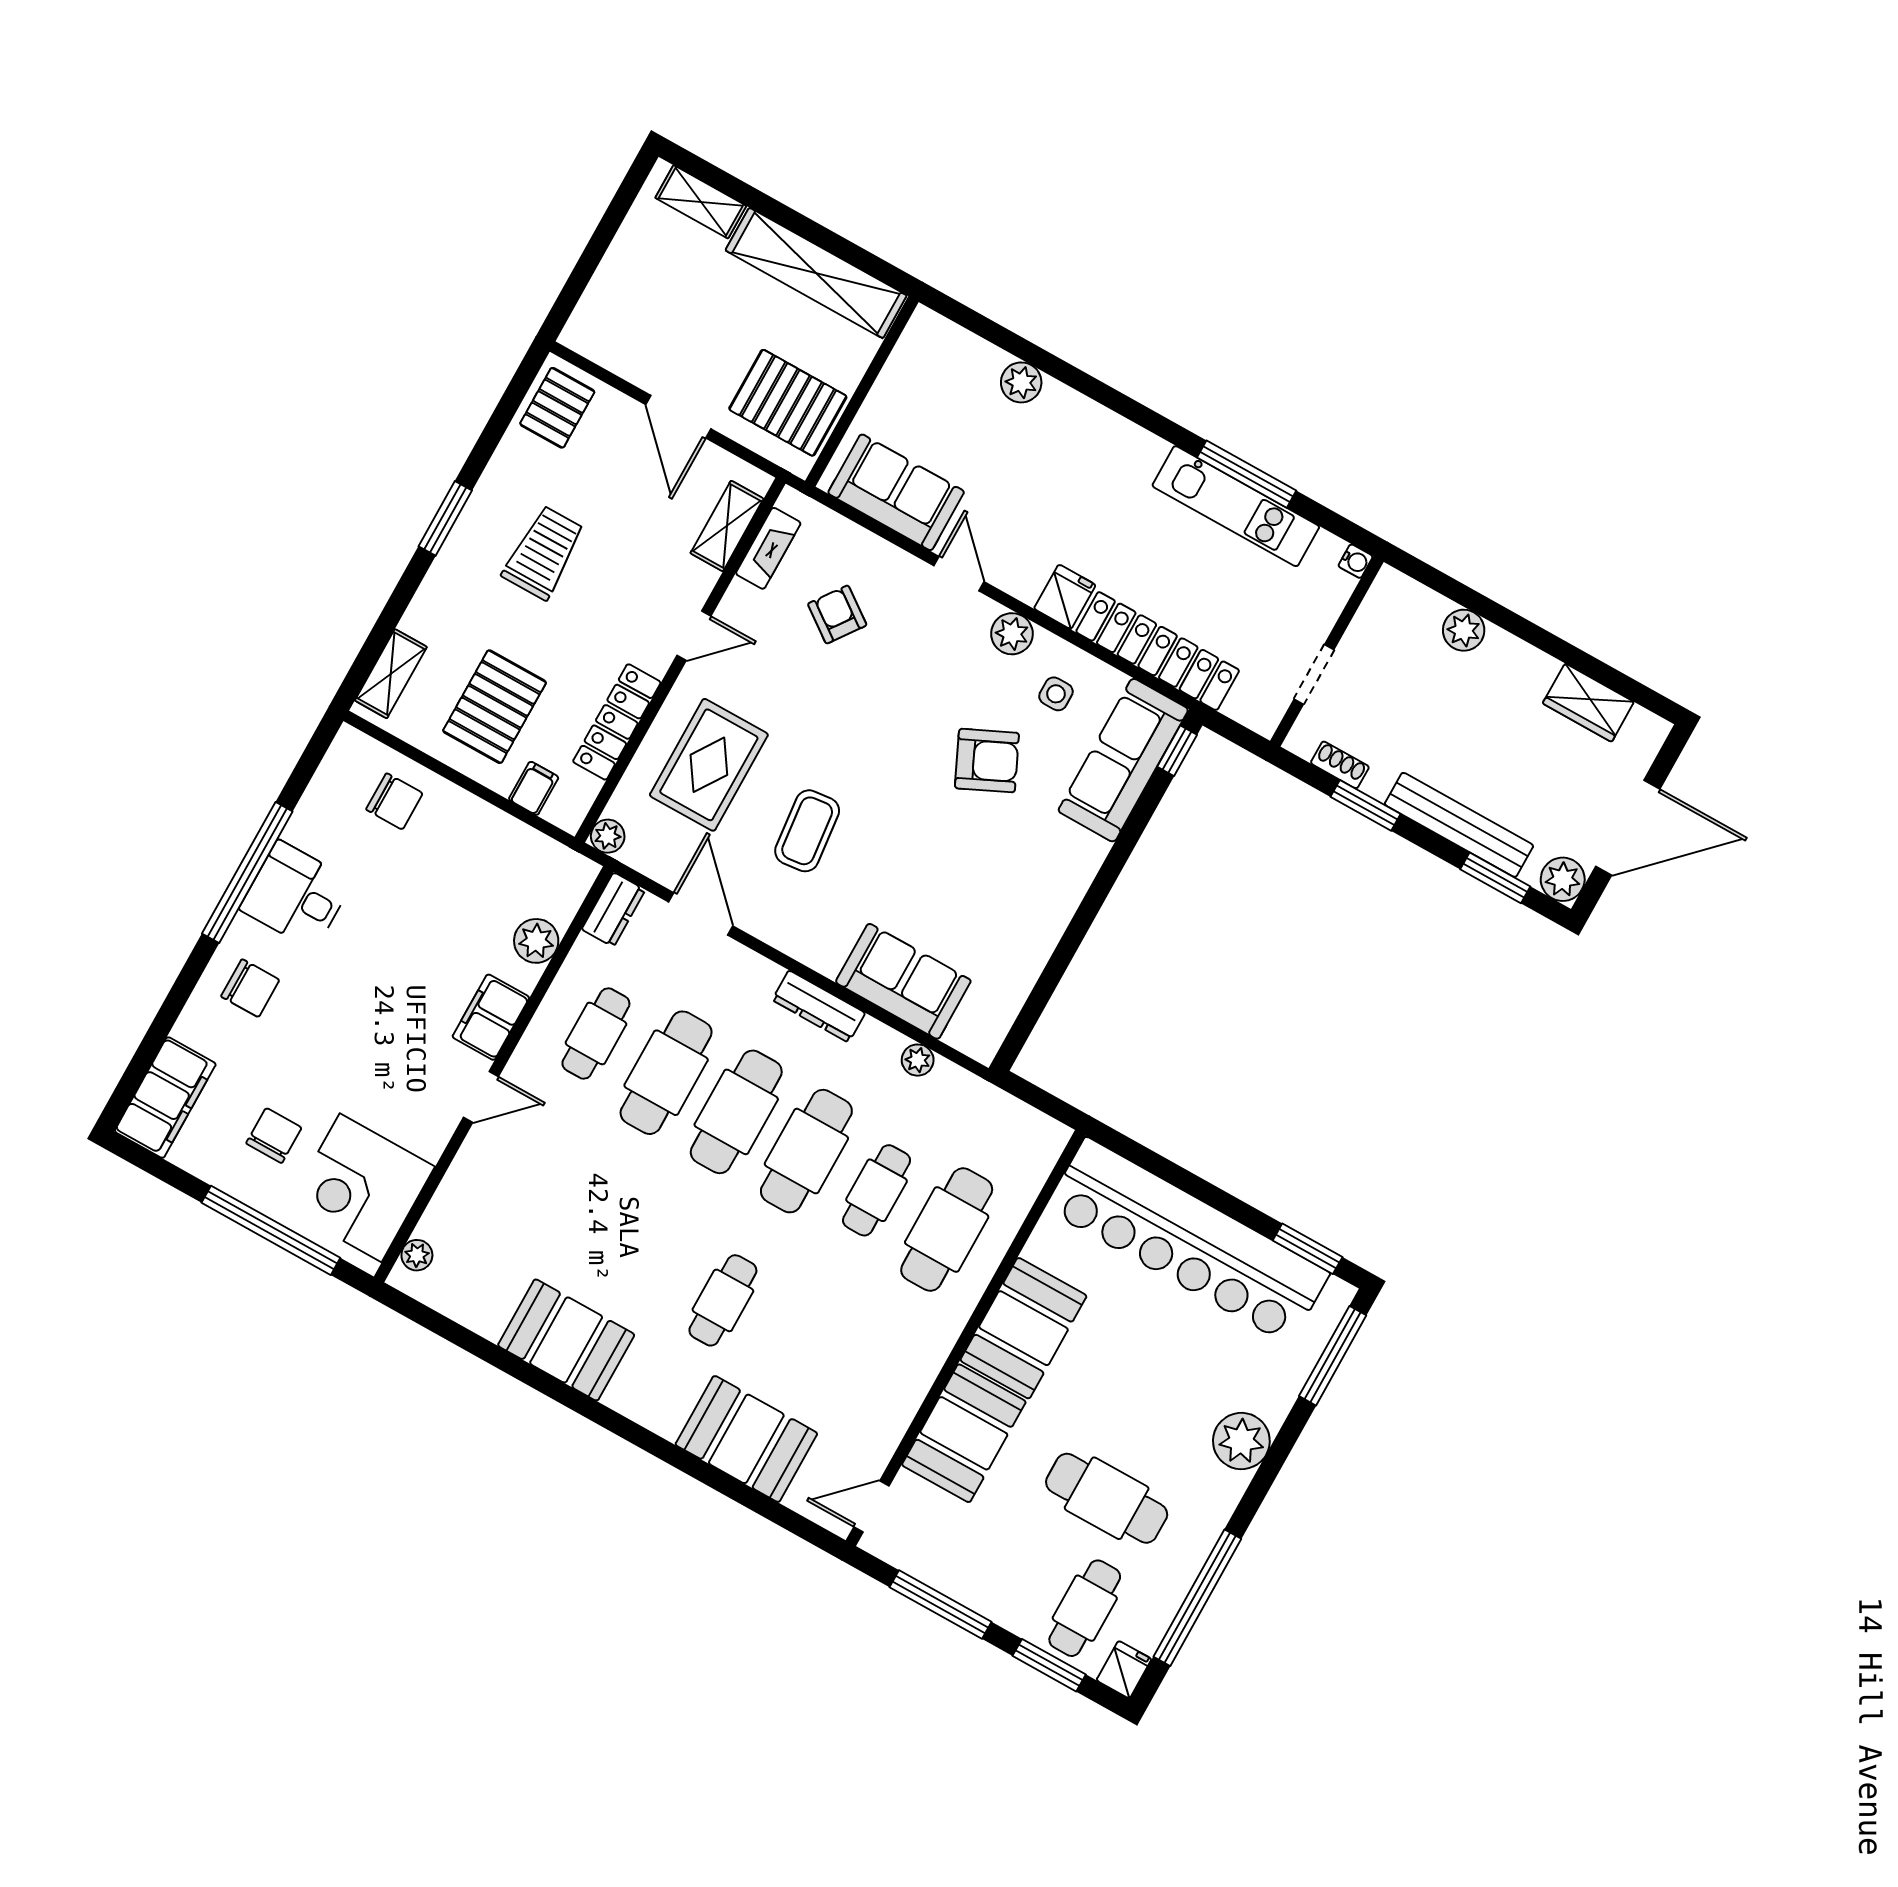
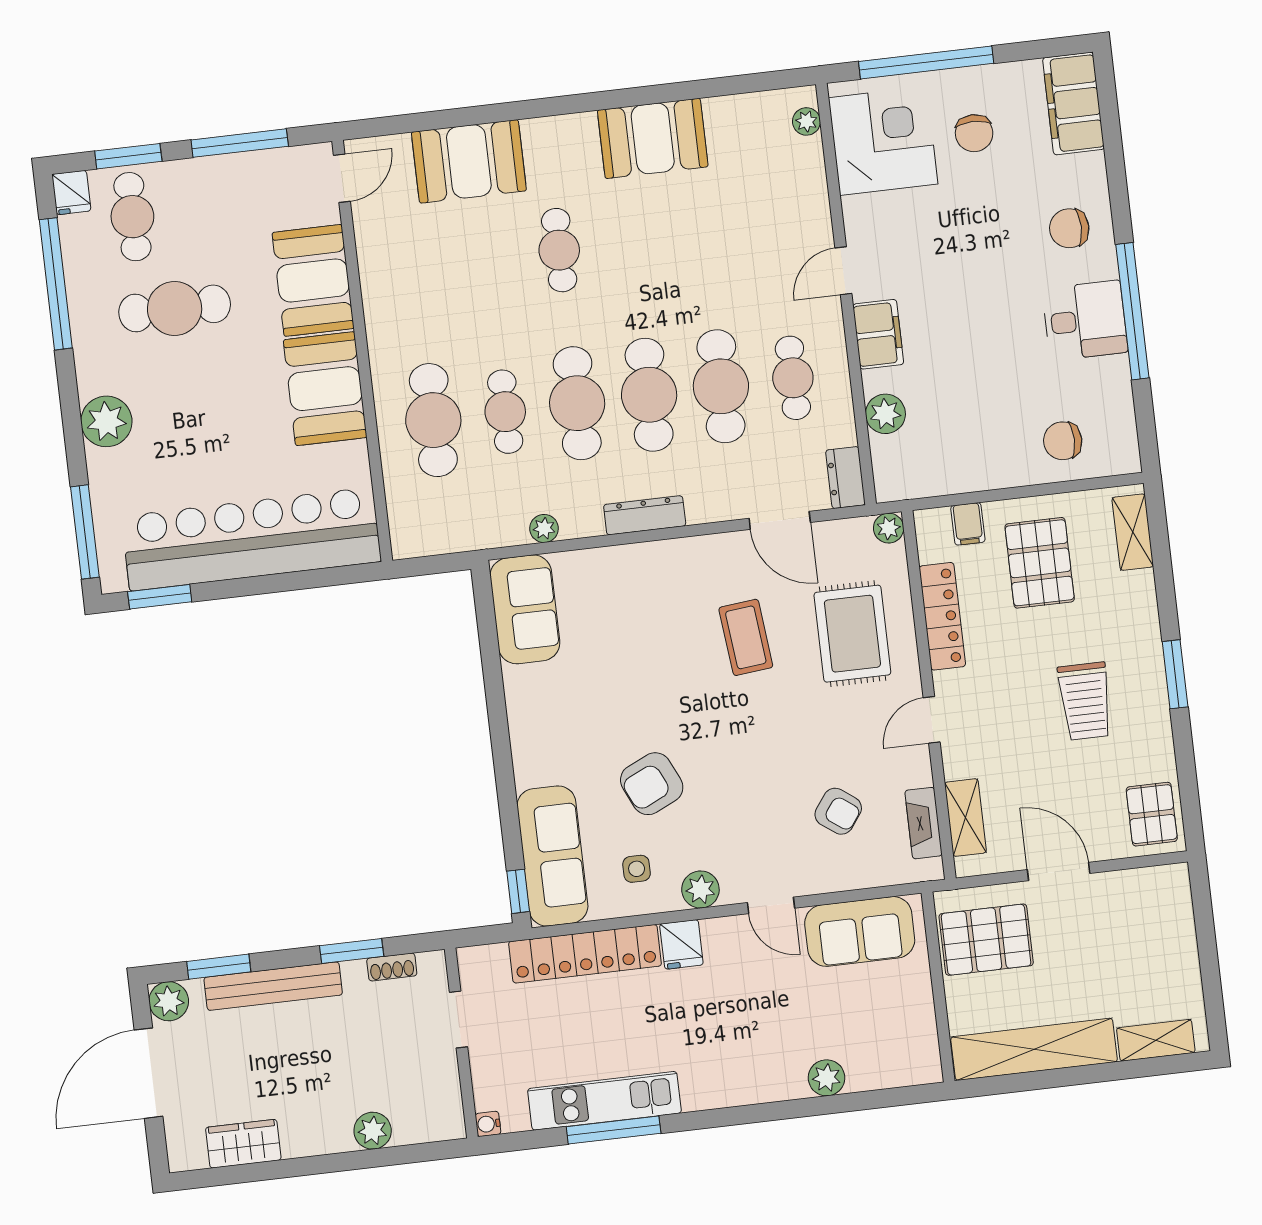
sofa: (903, 981) -> (525, 609), moved, turned -90

